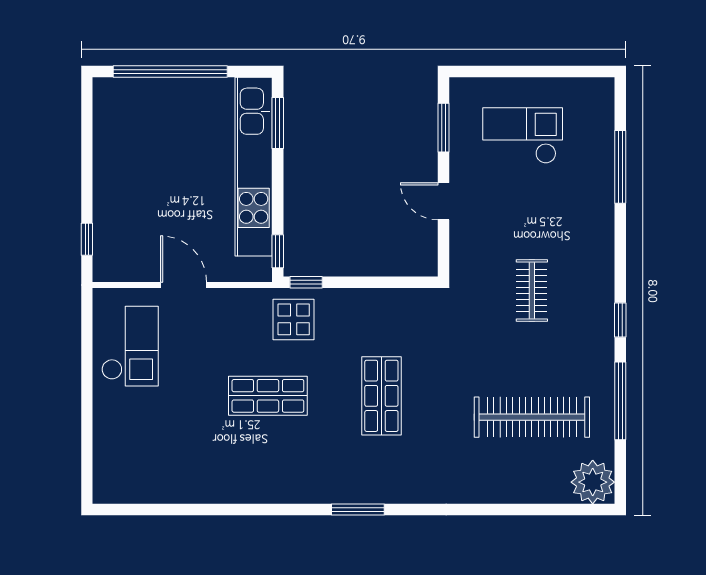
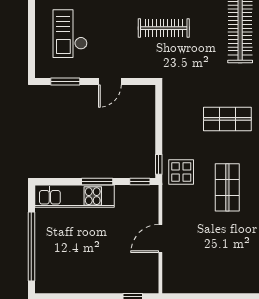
window: (278, 123) -> (97, 182), moved
kitchen unit: (254, 167) -> (74, 196), width x0.73
clothes rail: (532, 291) -> (164, 28), width x1.36
checkout: (130, 346) -> (197, 271), removed

